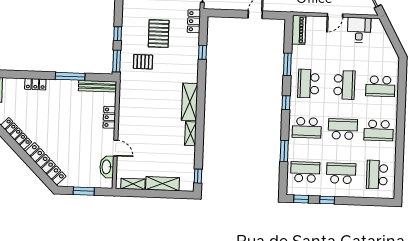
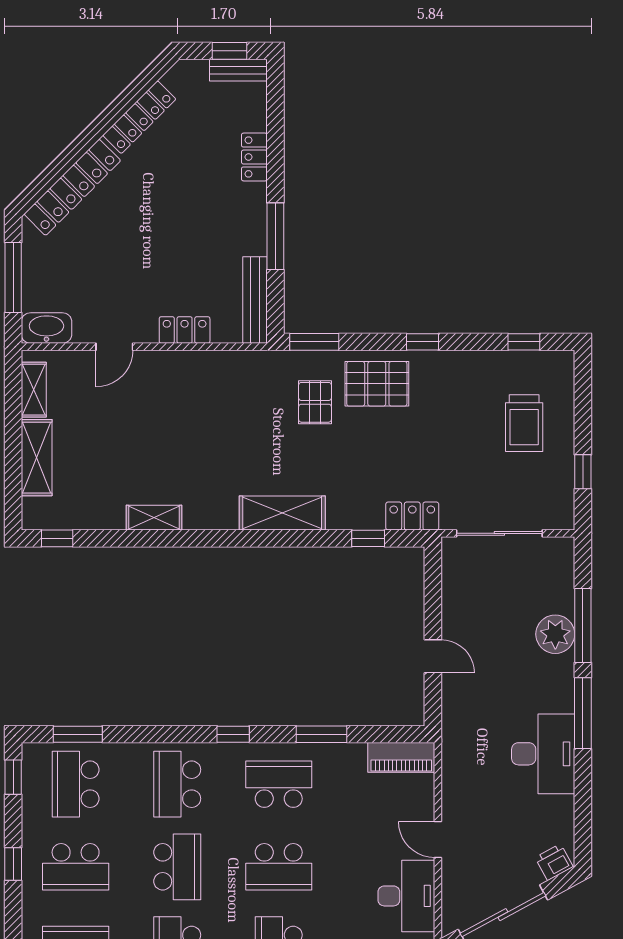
desk: (359, 30) -> (406, 896), width x1.37
window: (118, 34) -> (423, 342), moved
pallet: (159, 34) -> (377, 384), moved
window: (203, 52) -> (368, 538), moved
shelving: (190, 102) -> (282, 513), moved
window: (284, 151) -> (78, 734), moved
washbasin: (107, 167) -> (46, 328), moved
school desk: (305, 172) -> (76, 784), turned 180
school desk: (341, 173) -> (76, 867), turned 90
window: (84, 191) -> (13, 277), width x1.44
window: (327, 200) -> (13, 864), moved

